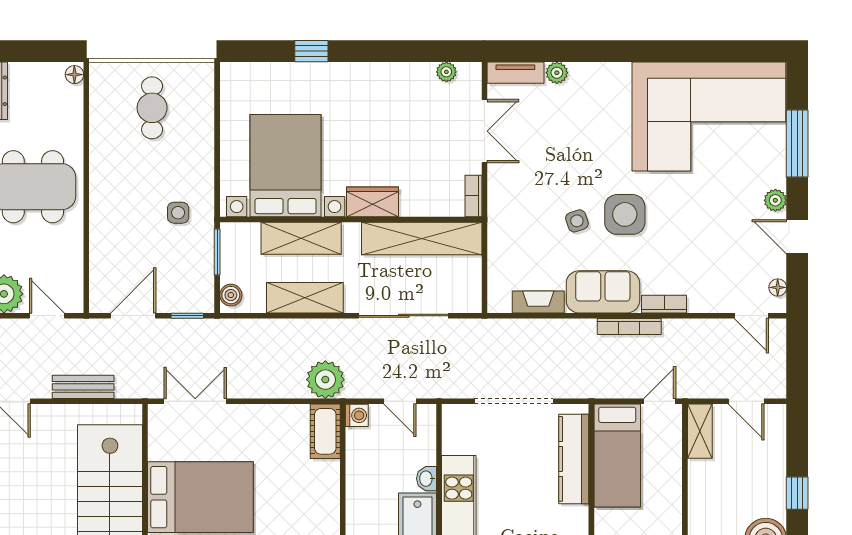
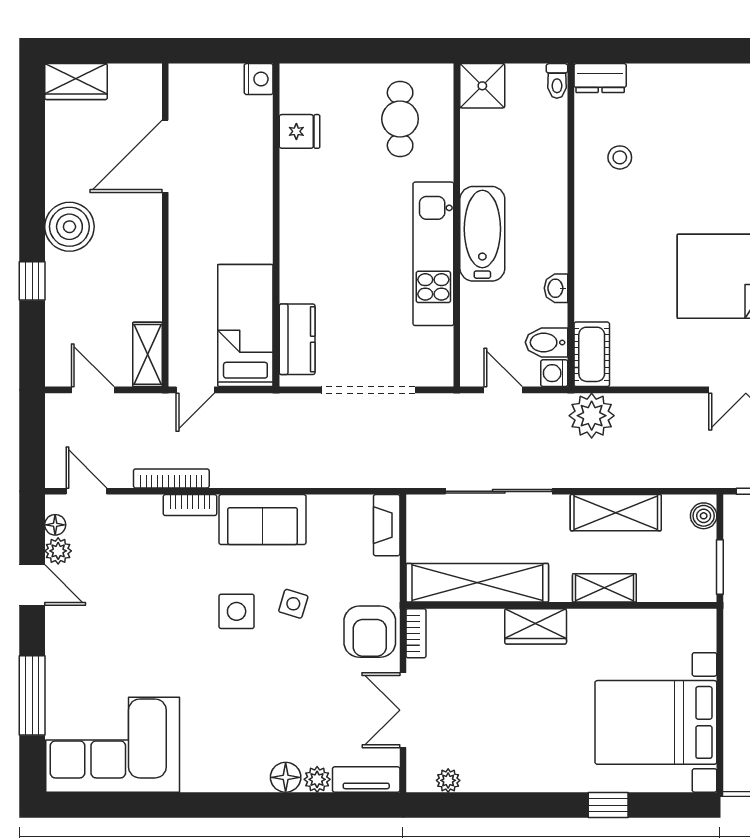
floor lamp: (583, 75) -> (286, 777), added
corner sofa: (709, 116) -> (113, 745), width x0.73, depth x0.74
bed with nightstands: (286, 166) -> (656, 722), moved, turned 90
armchair: (512, 197) -> (370, 632), added
plant: (775, 200) -> (58, 551), moved
side table: (625, 214) -> (237, 611), width x0.73, depth x0.73
side table: (577, 221) -> (293, 604), turned 36
shelving: (301, 238) -> (604, 588), width x0.67, depth x0.75
fireplace: (538, 302) -> (387, 525), moved, turned 90
bookcase: (629, 327) -> (171, 478), moved
bidet: (363, 441) -> (547, 342), added
kitchen counter: (574, 459) -> (297, 339), width x0.67
washbasin: (427, 479) -> (556, 288), moved, turned 180

